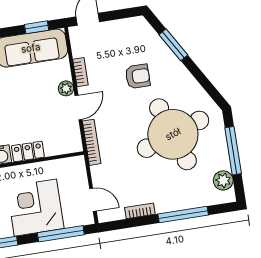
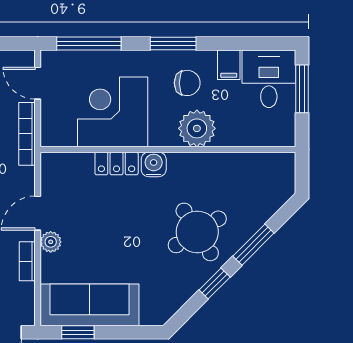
bookcase: (92, 142) -> (27, 134), moved
corner desk: (35, 208) -> (113, 112), moved, turned 180

